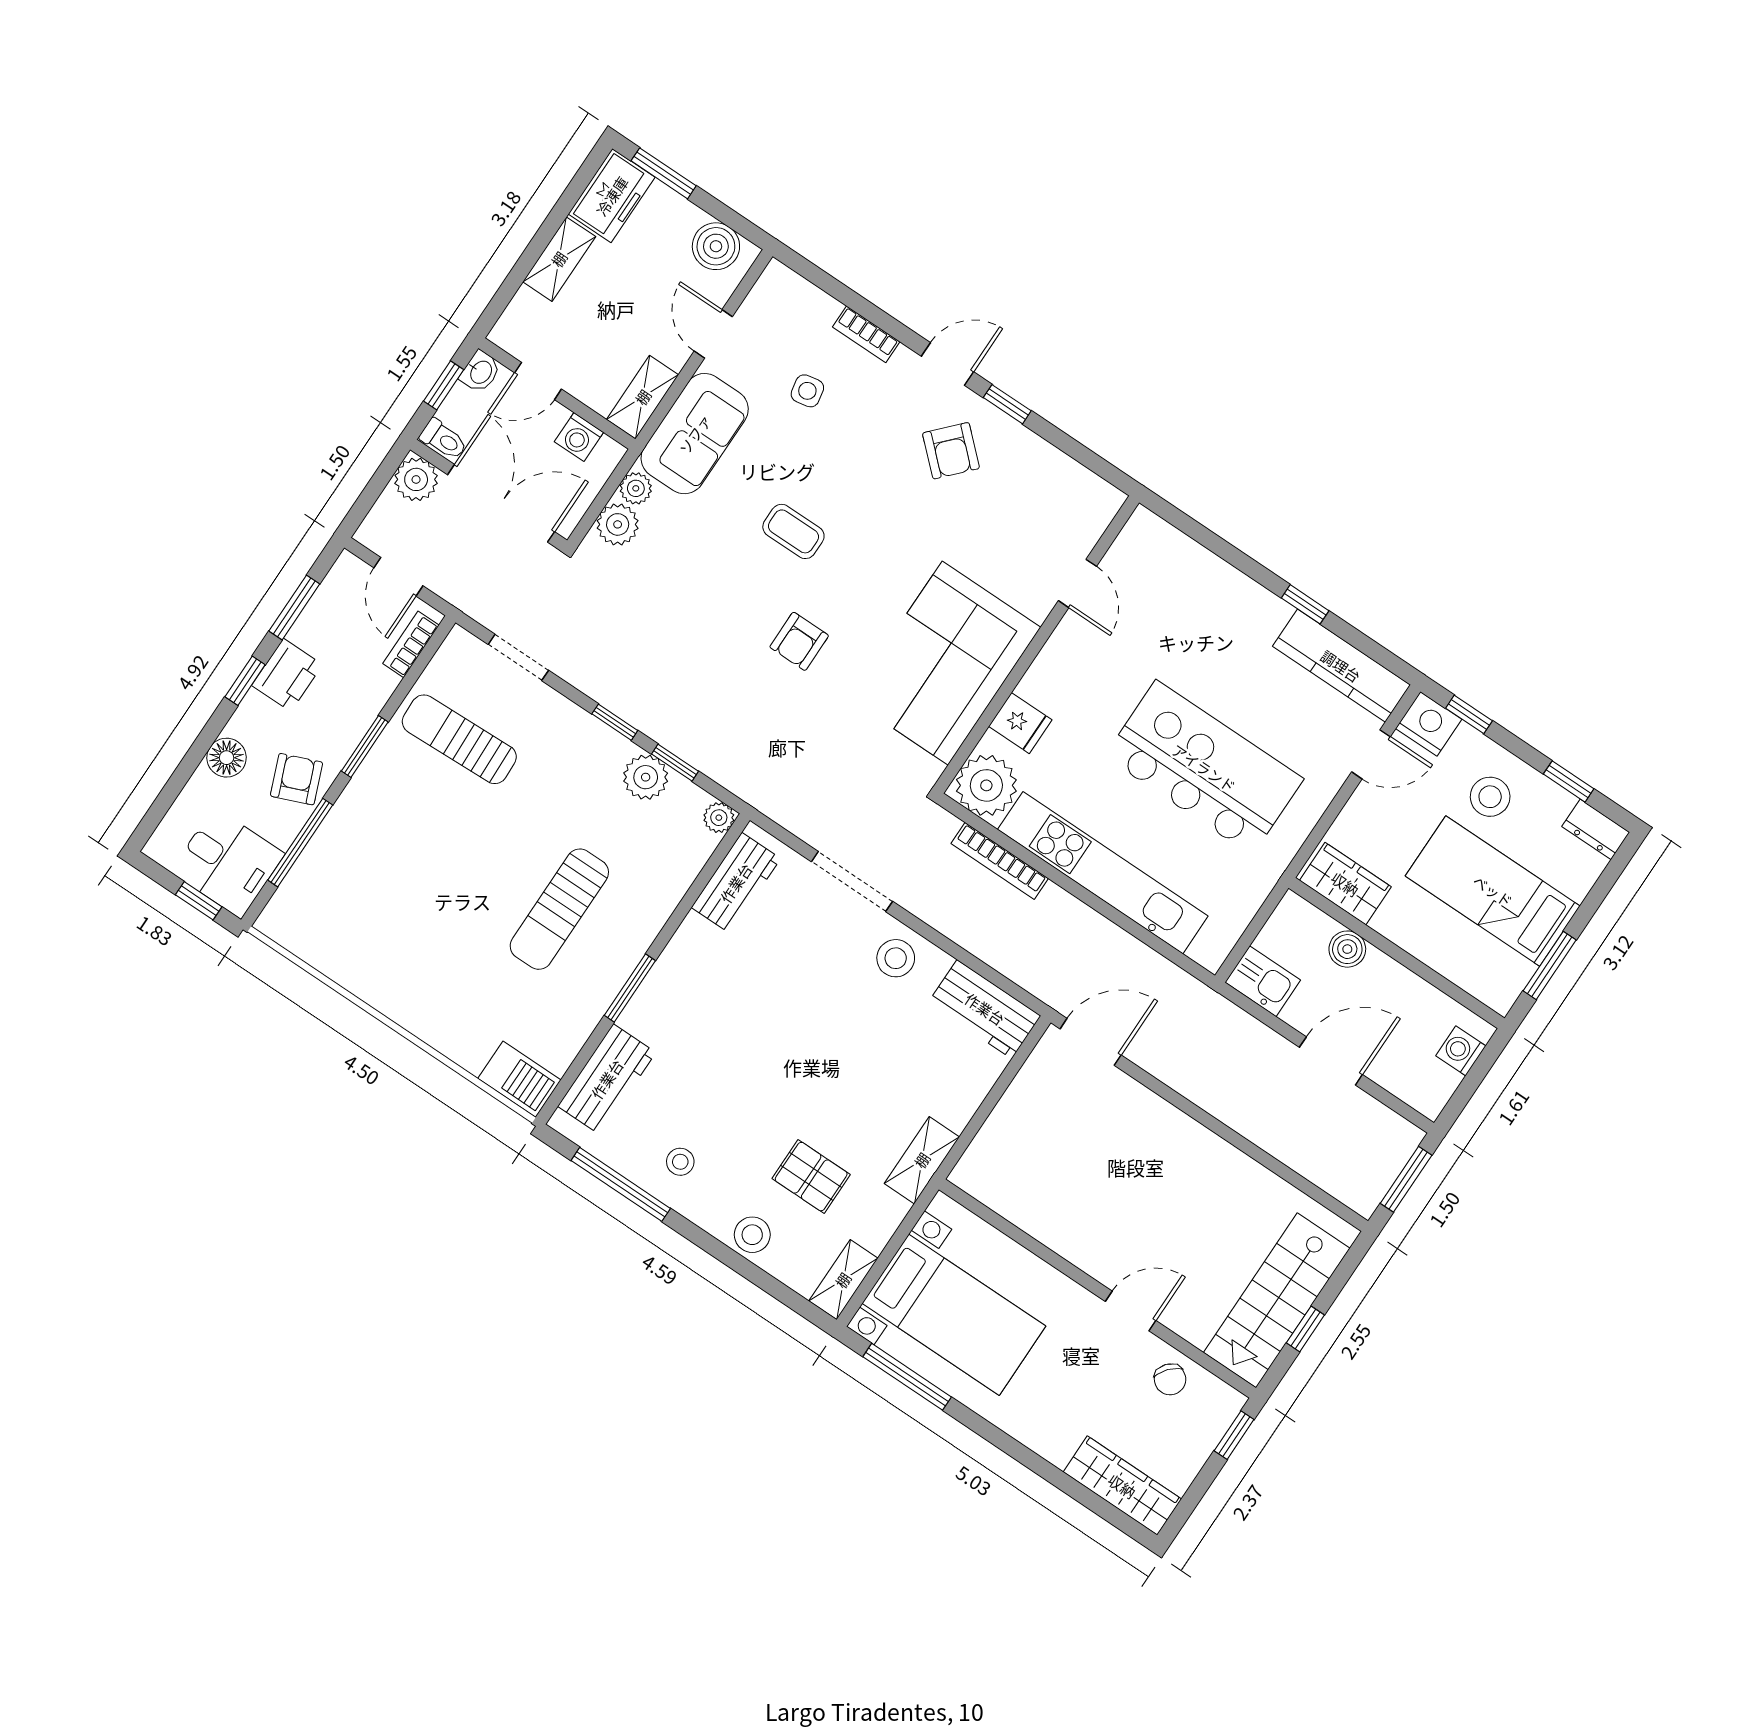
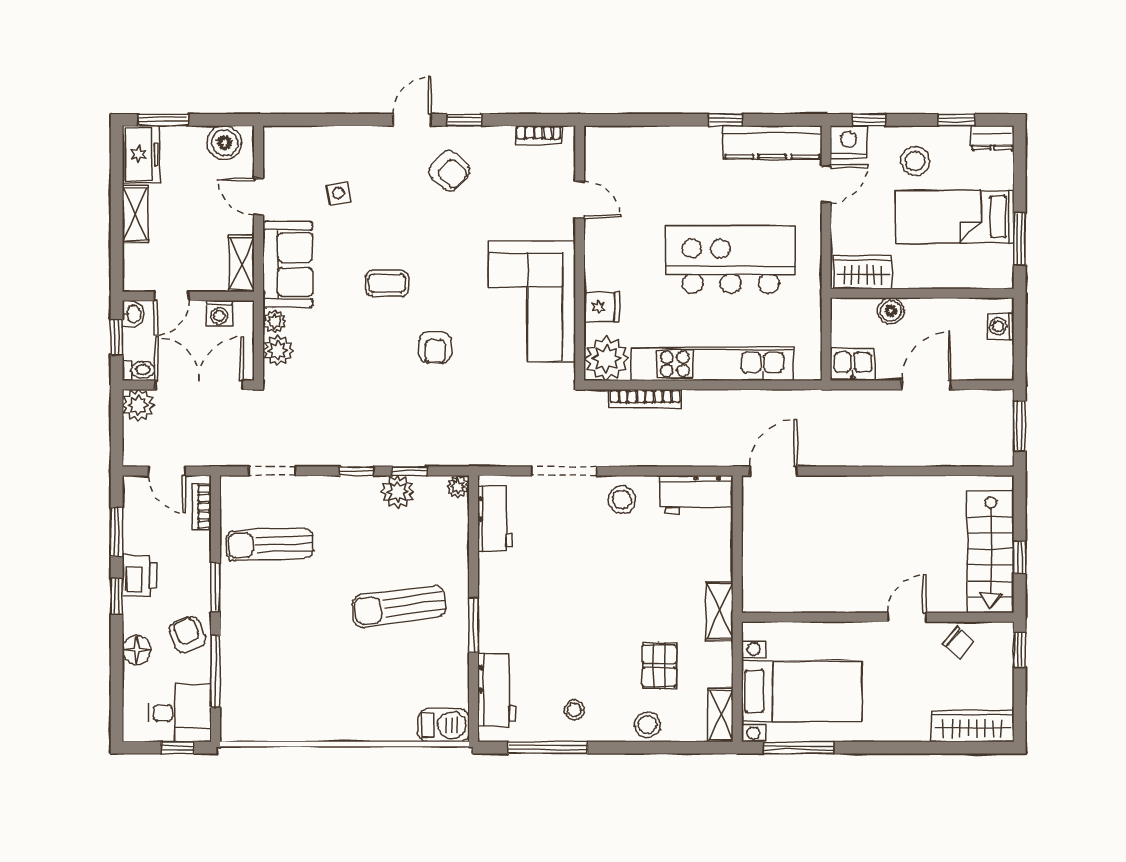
bookcase: (866, 334) -> (539, 135), moved
sun lounger: (559, 909) -> (399, 606), turned 82
pallet: (811, 1177) -> (659, 666), turned 90

